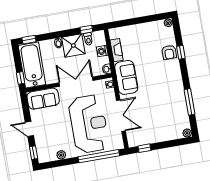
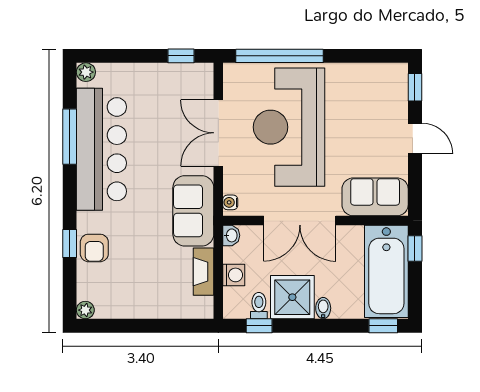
armchair: (169, 52) -> (94, 248), turned 180
bar counter: (174, 99) -> (101, 149), added
plant: (61, 155) -> (358, 72), removed

